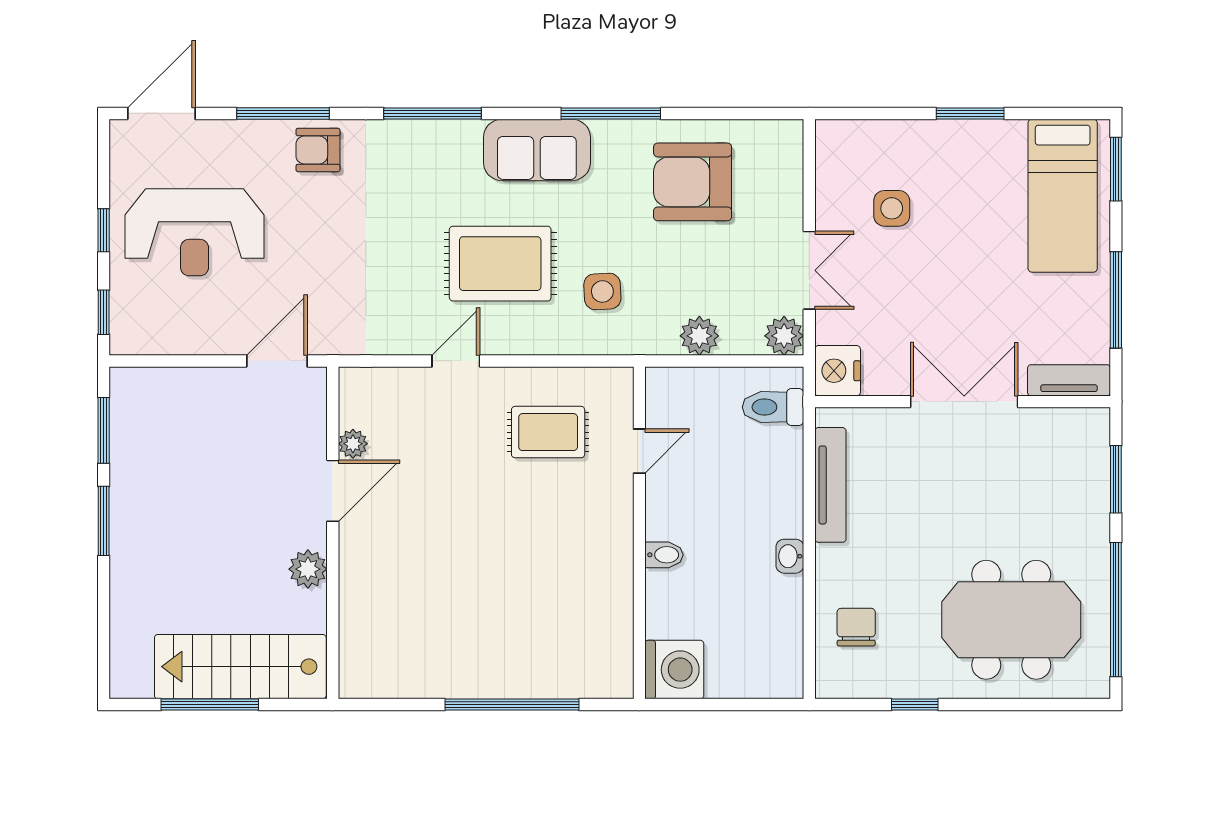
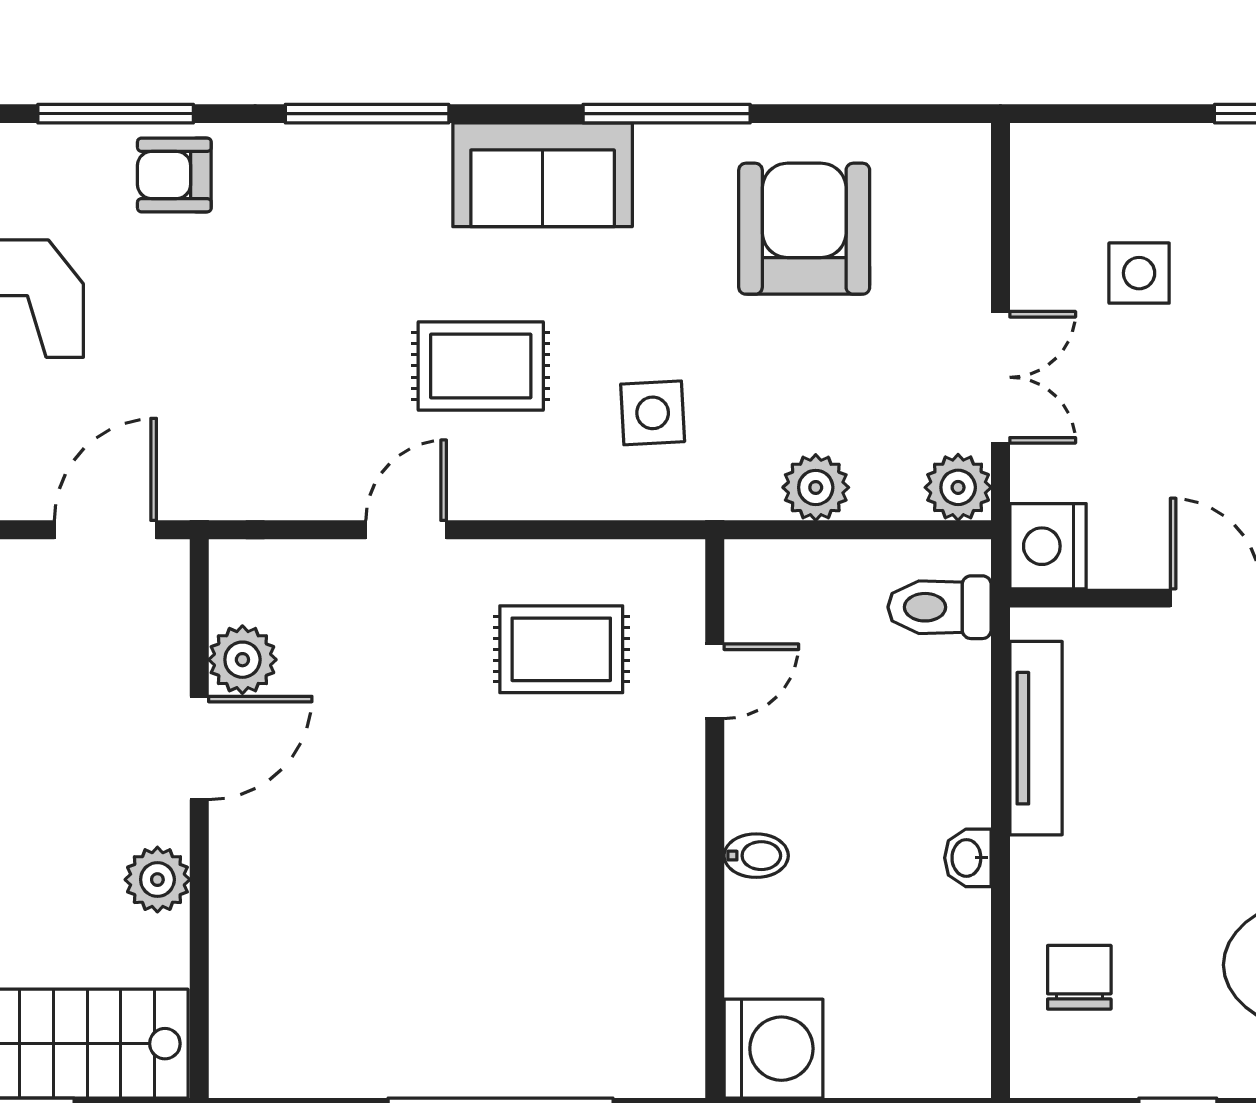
armchair: (693, 182) -> (804, 229), turned 90
rug: (500, 264) -> (481, 366), width x0.73, depth x0.70
plant: (353, 444) -> (242, 660), width x1.38, depth x1.38

